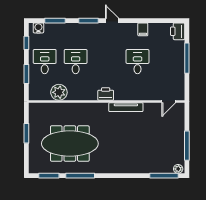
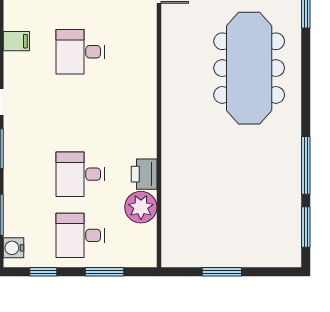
printer: (106, 94) -> (144, 174), moved
tv unit: (126, 107) -> (170, 75), removed
meeting table: (70, 144) -> (249, 68), moved

